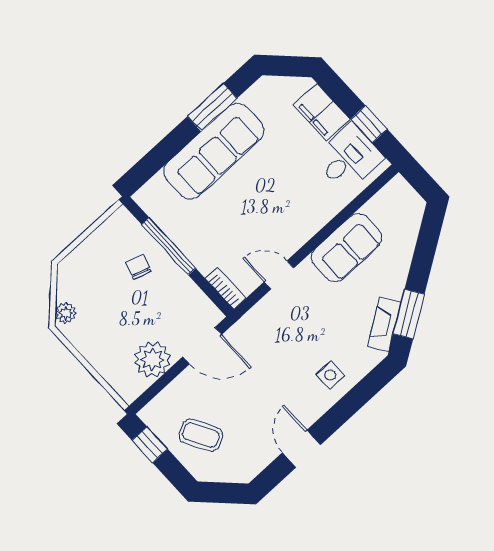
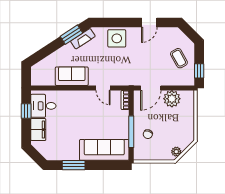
sofa: (214, 151) -> (104, 150), moved
plant: (66, 313) -> (176, 152), moved
door: (202, 346) -> (151, 88), swing flipped
side table: (330, 375) -> (117, 38), width x1.87, depth x1.87

